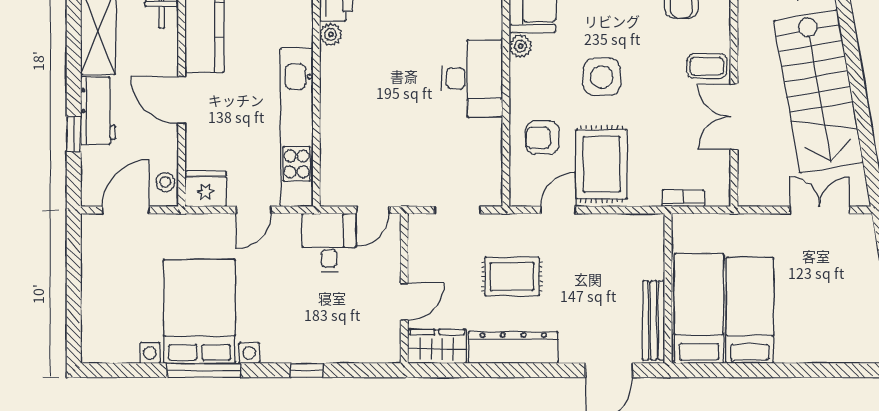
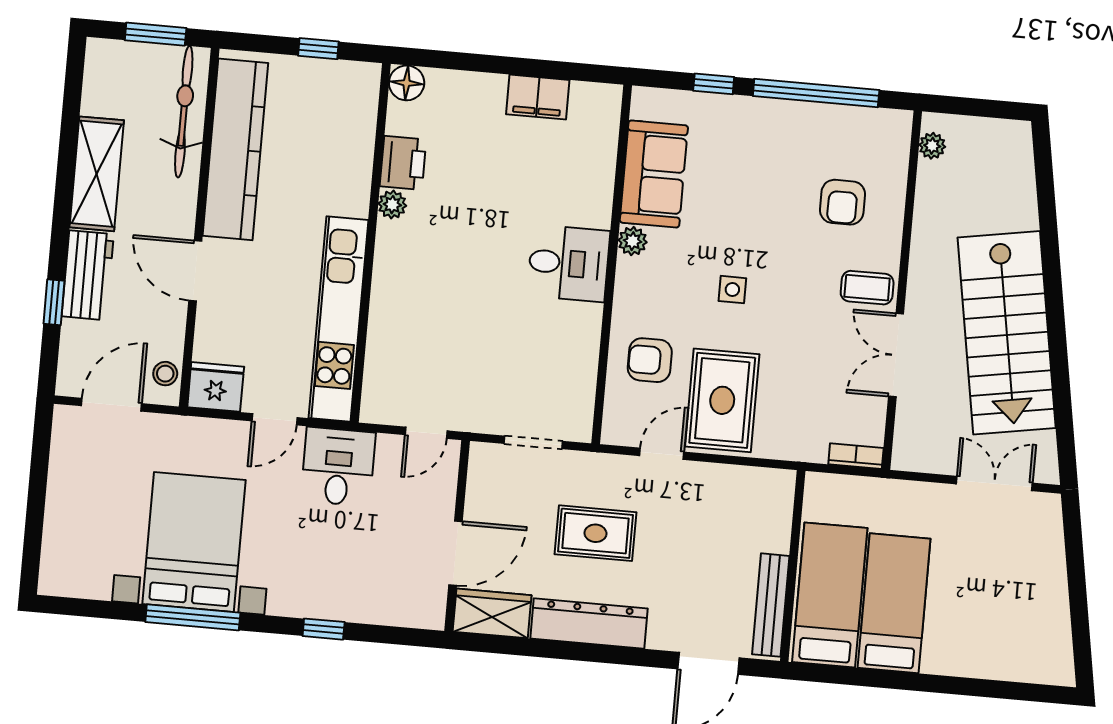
side table: (602, 77) -> (732, 290), width x0.54, depth x0.54
desk: (472, 78) -> (569, 263), width x0.73
bookcase: (683, 198) -> (856, 456), moved
desk: (329, 243) -> (338, 467), moved
door: (404, 302) -> (456, 553), width x1.38

